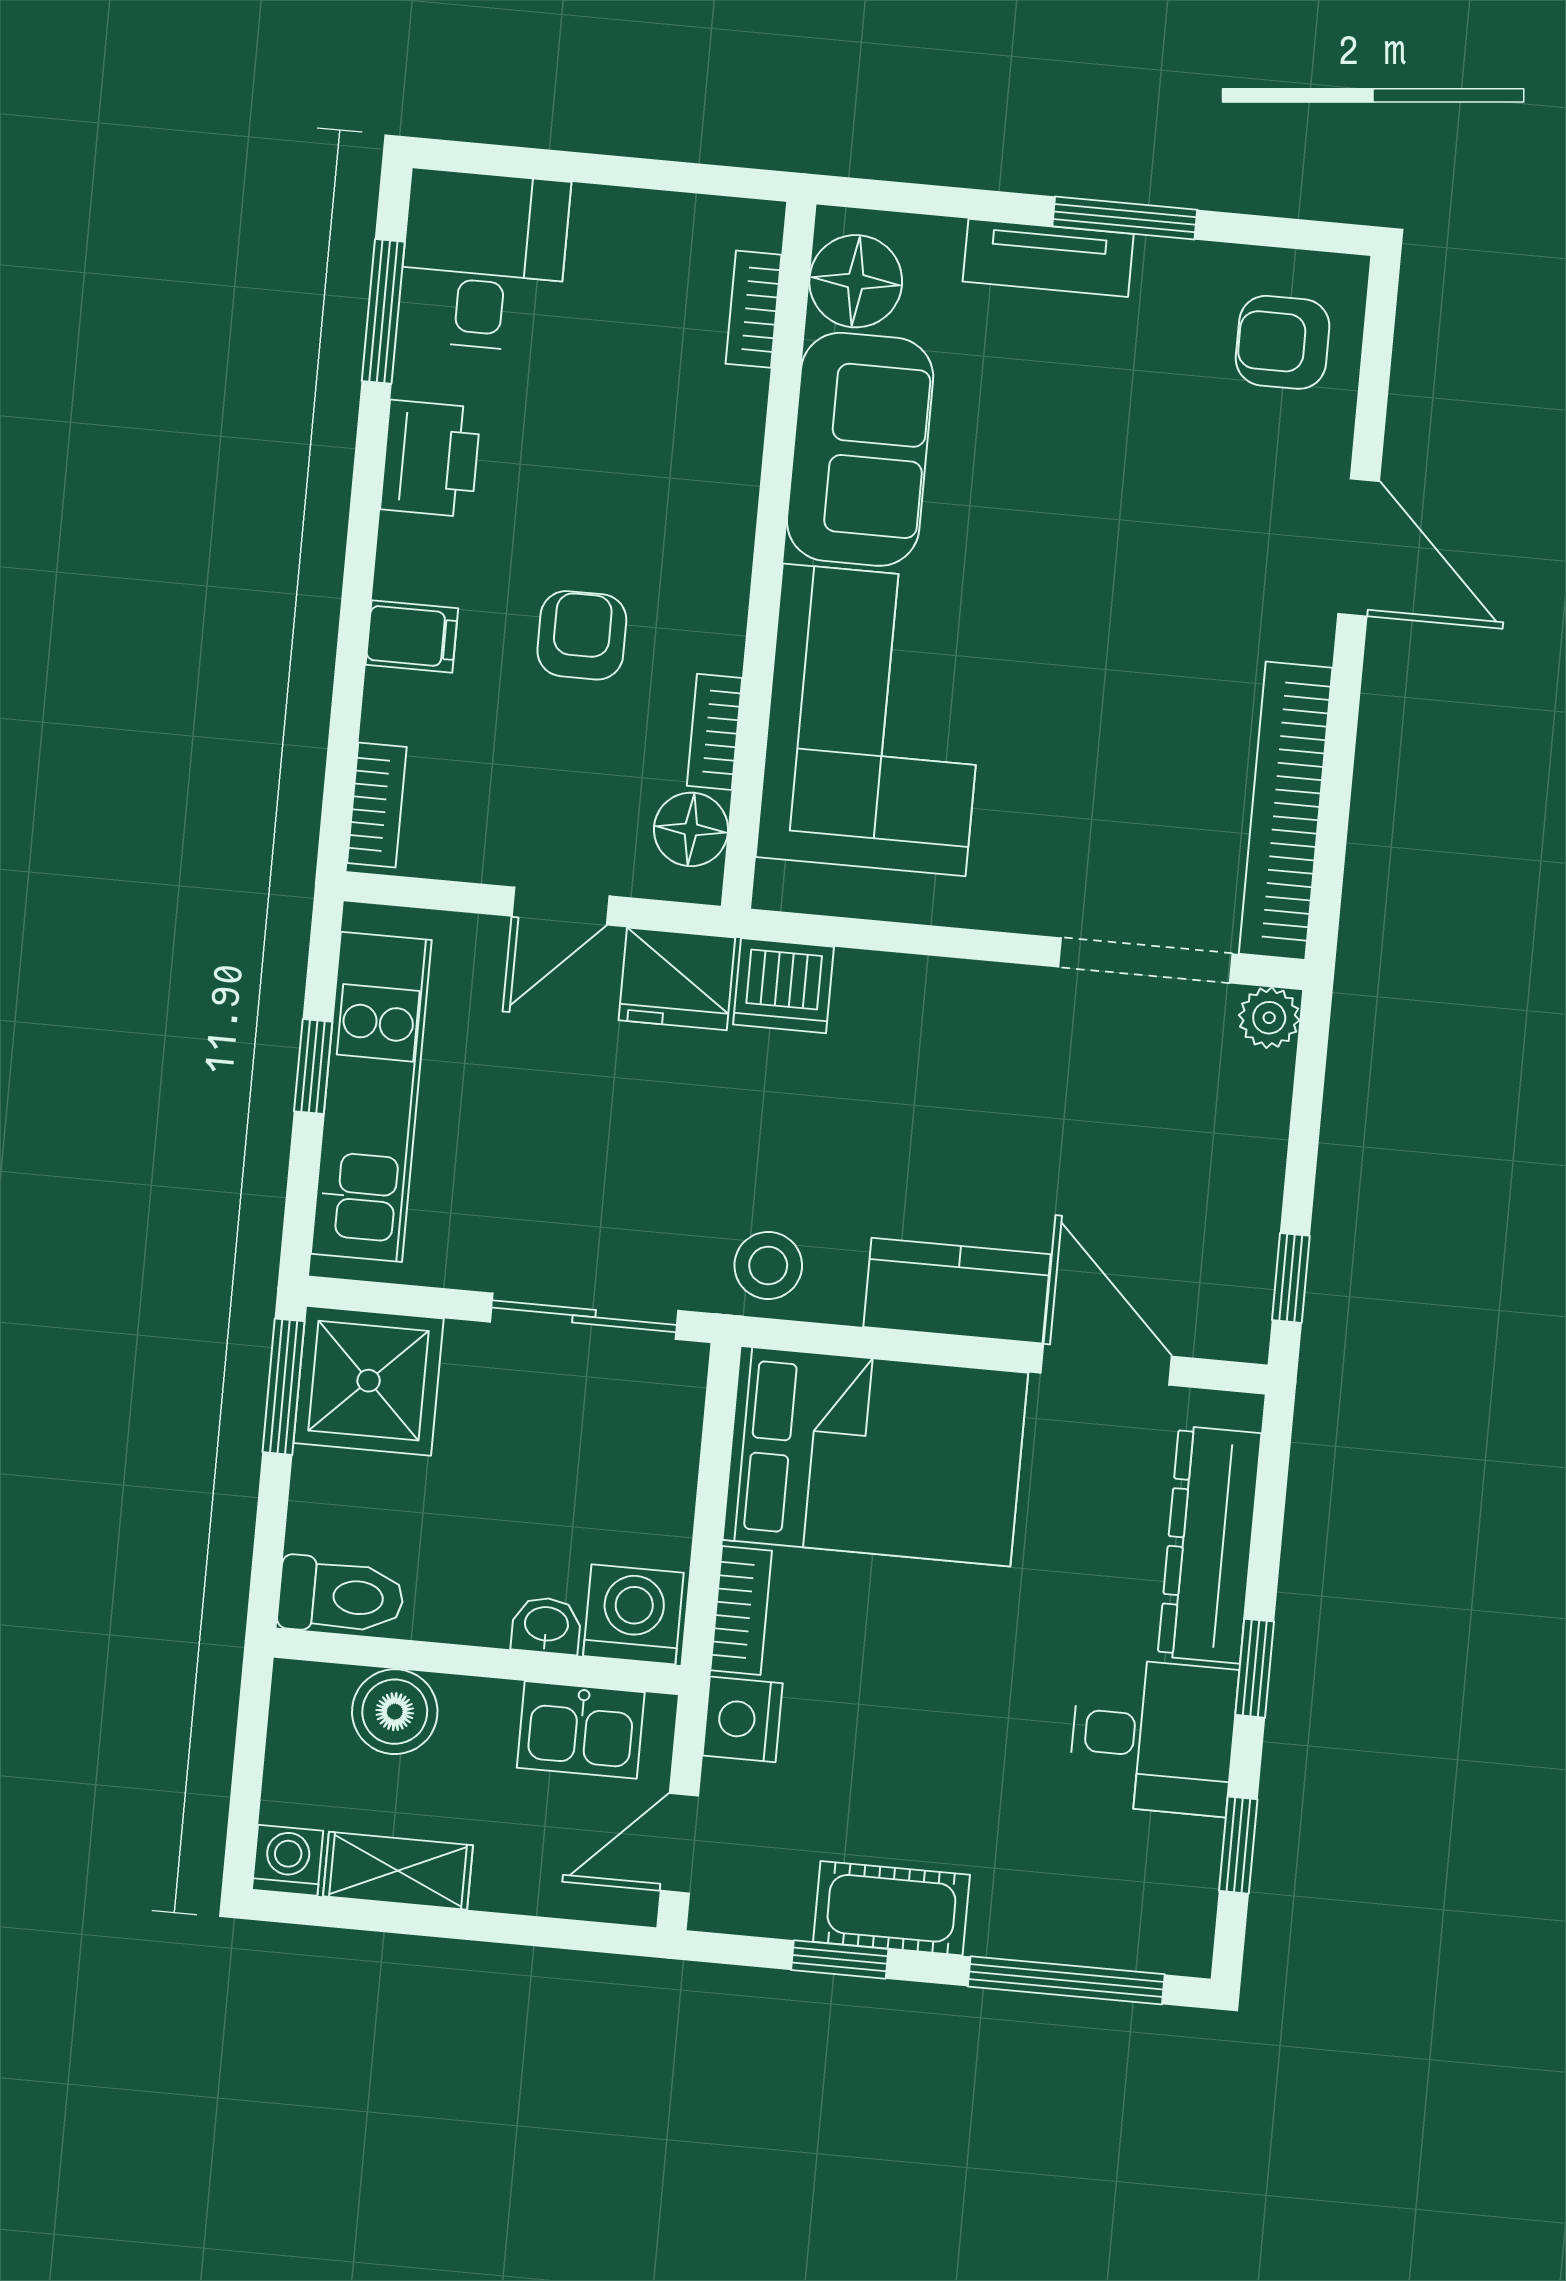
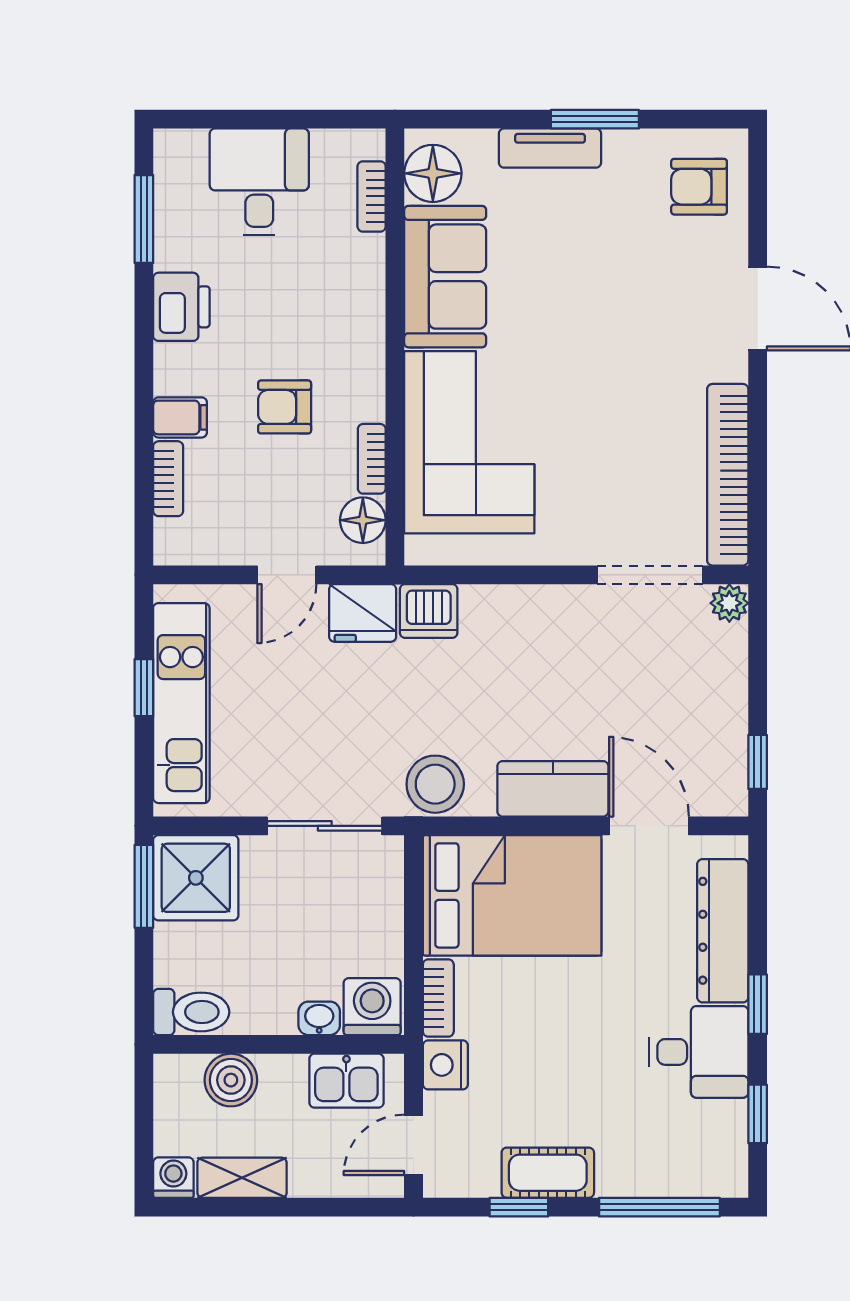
desk: (484, 260) -> (259, 182), moved
armchair: (582, 635) -> (285, 407), turned -90
bookcase: (377, 805) -> (168, 479), moved
stool: (768, 1265) -> (435, 784), width x1.38, depth x1.38

